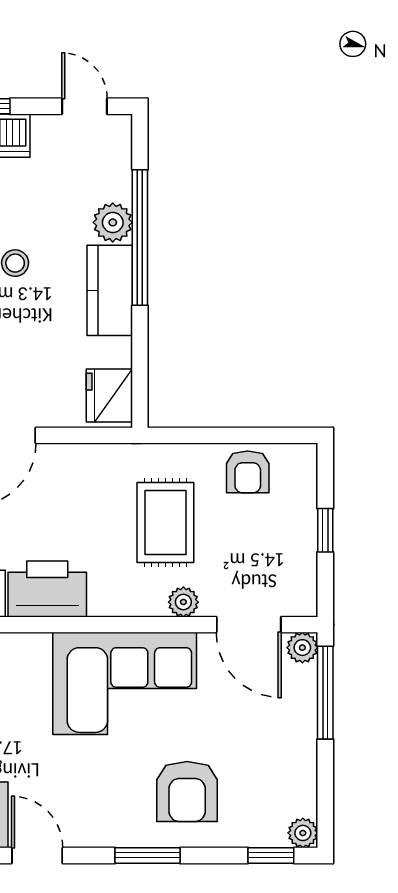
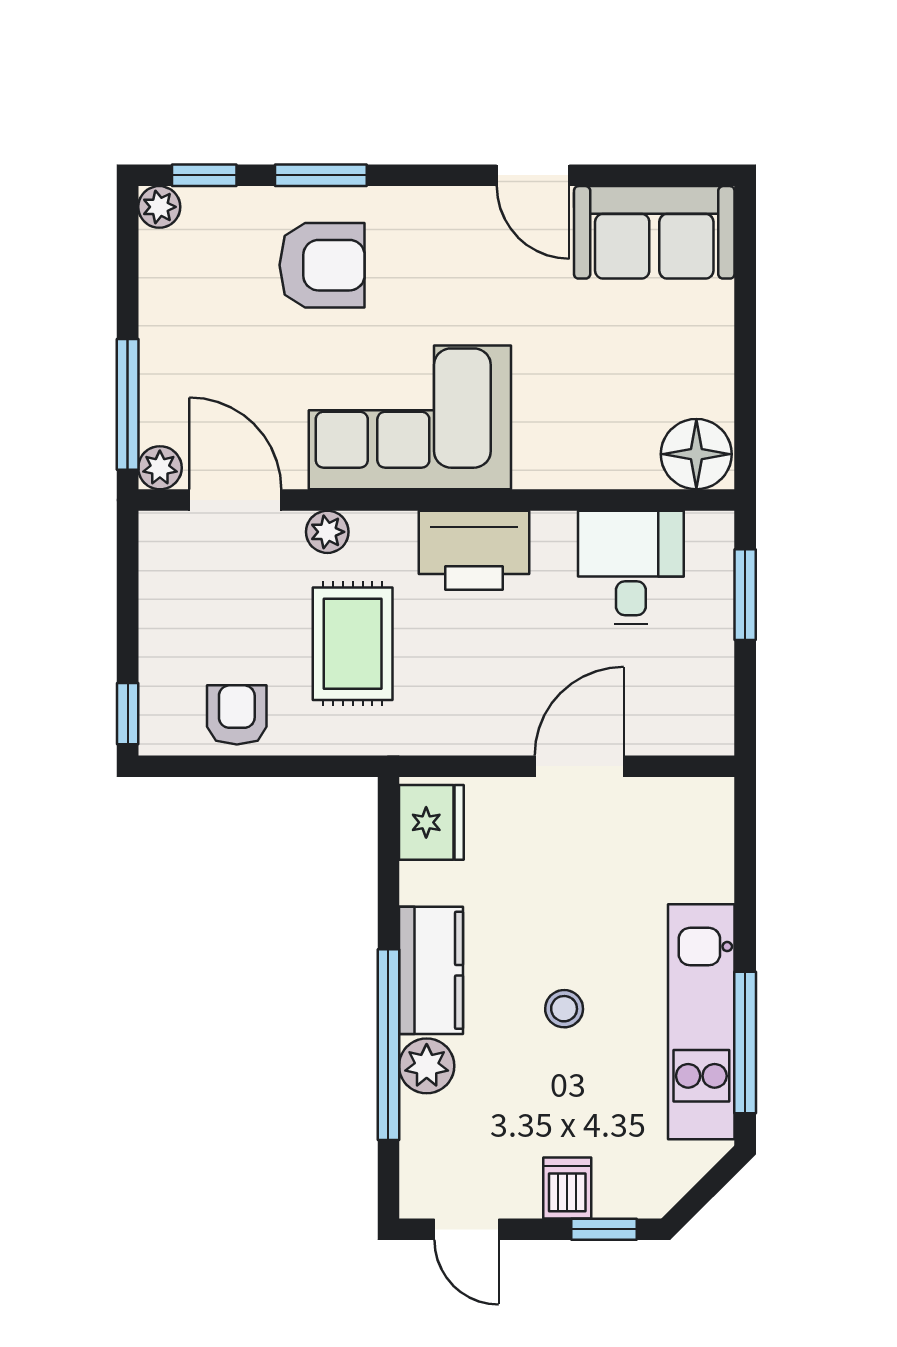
window: (325, 530) -> (128, 714), moved
printer: (47, 589) -> (474, 550), moved
armchair: (187, 792) -> (322, 265), turned 90
window: (147, 855) -> (321, 175), moved

